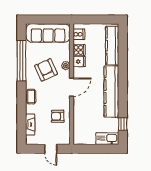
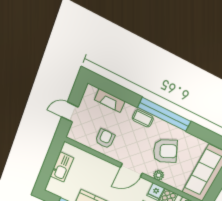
window: (21, 61) -> (164, 114), moved
door: (72, 87) -> (131, 170), hinge flipped
kitchen sink: (107, 139) -> (62, 167), moved

